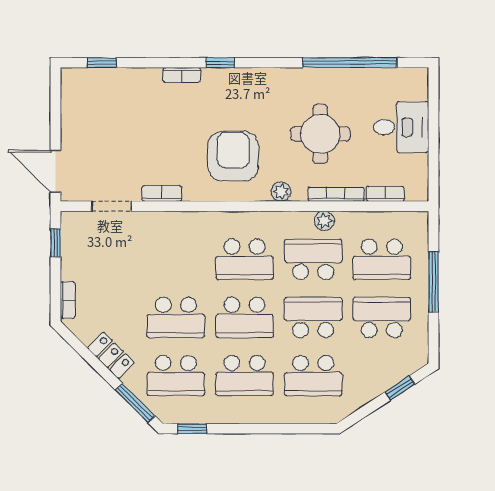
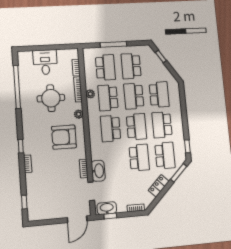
washbasin: (154, 225) -> (98, 171), added
washbasin: (73, 237) -> (107, 208), added
school desk: (245, 259) -> (111, 129), turned 180
school desk: (245, 376) -> (162, 125), turned 180

